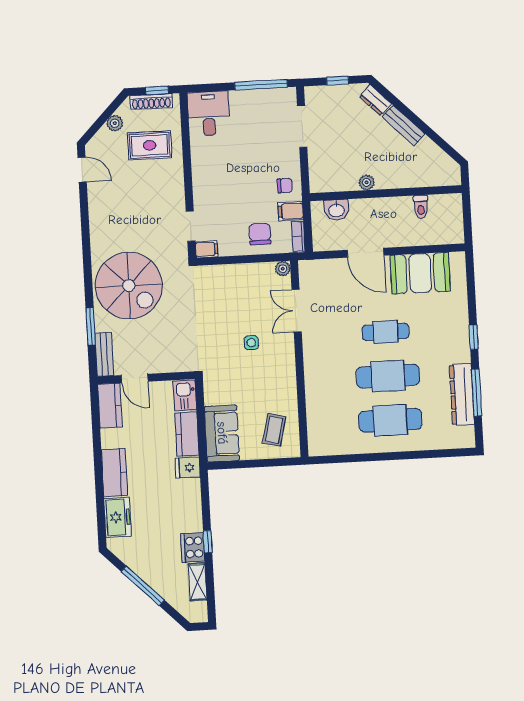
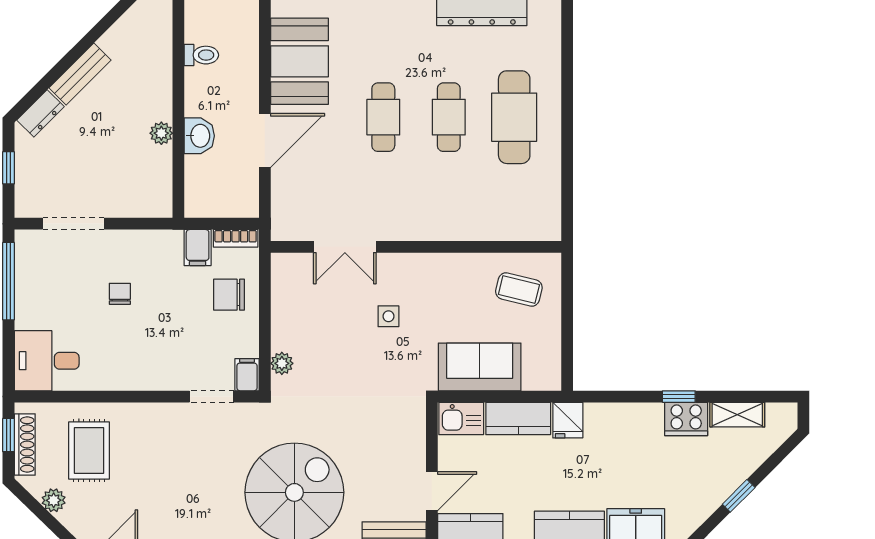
chair: (285, 186) -> (120, 294), moved
washbasin: (336, 210) -> (199, 136), moved
plant: (283, 269) -> (282, 363), moved
cafe table: (388, 376) -> (449, 117), width x0.73, depth x0.74
sofa: (222, 433) -> (480, 367), moved
window: (143, 586) -> (739, 496), width x0.46

